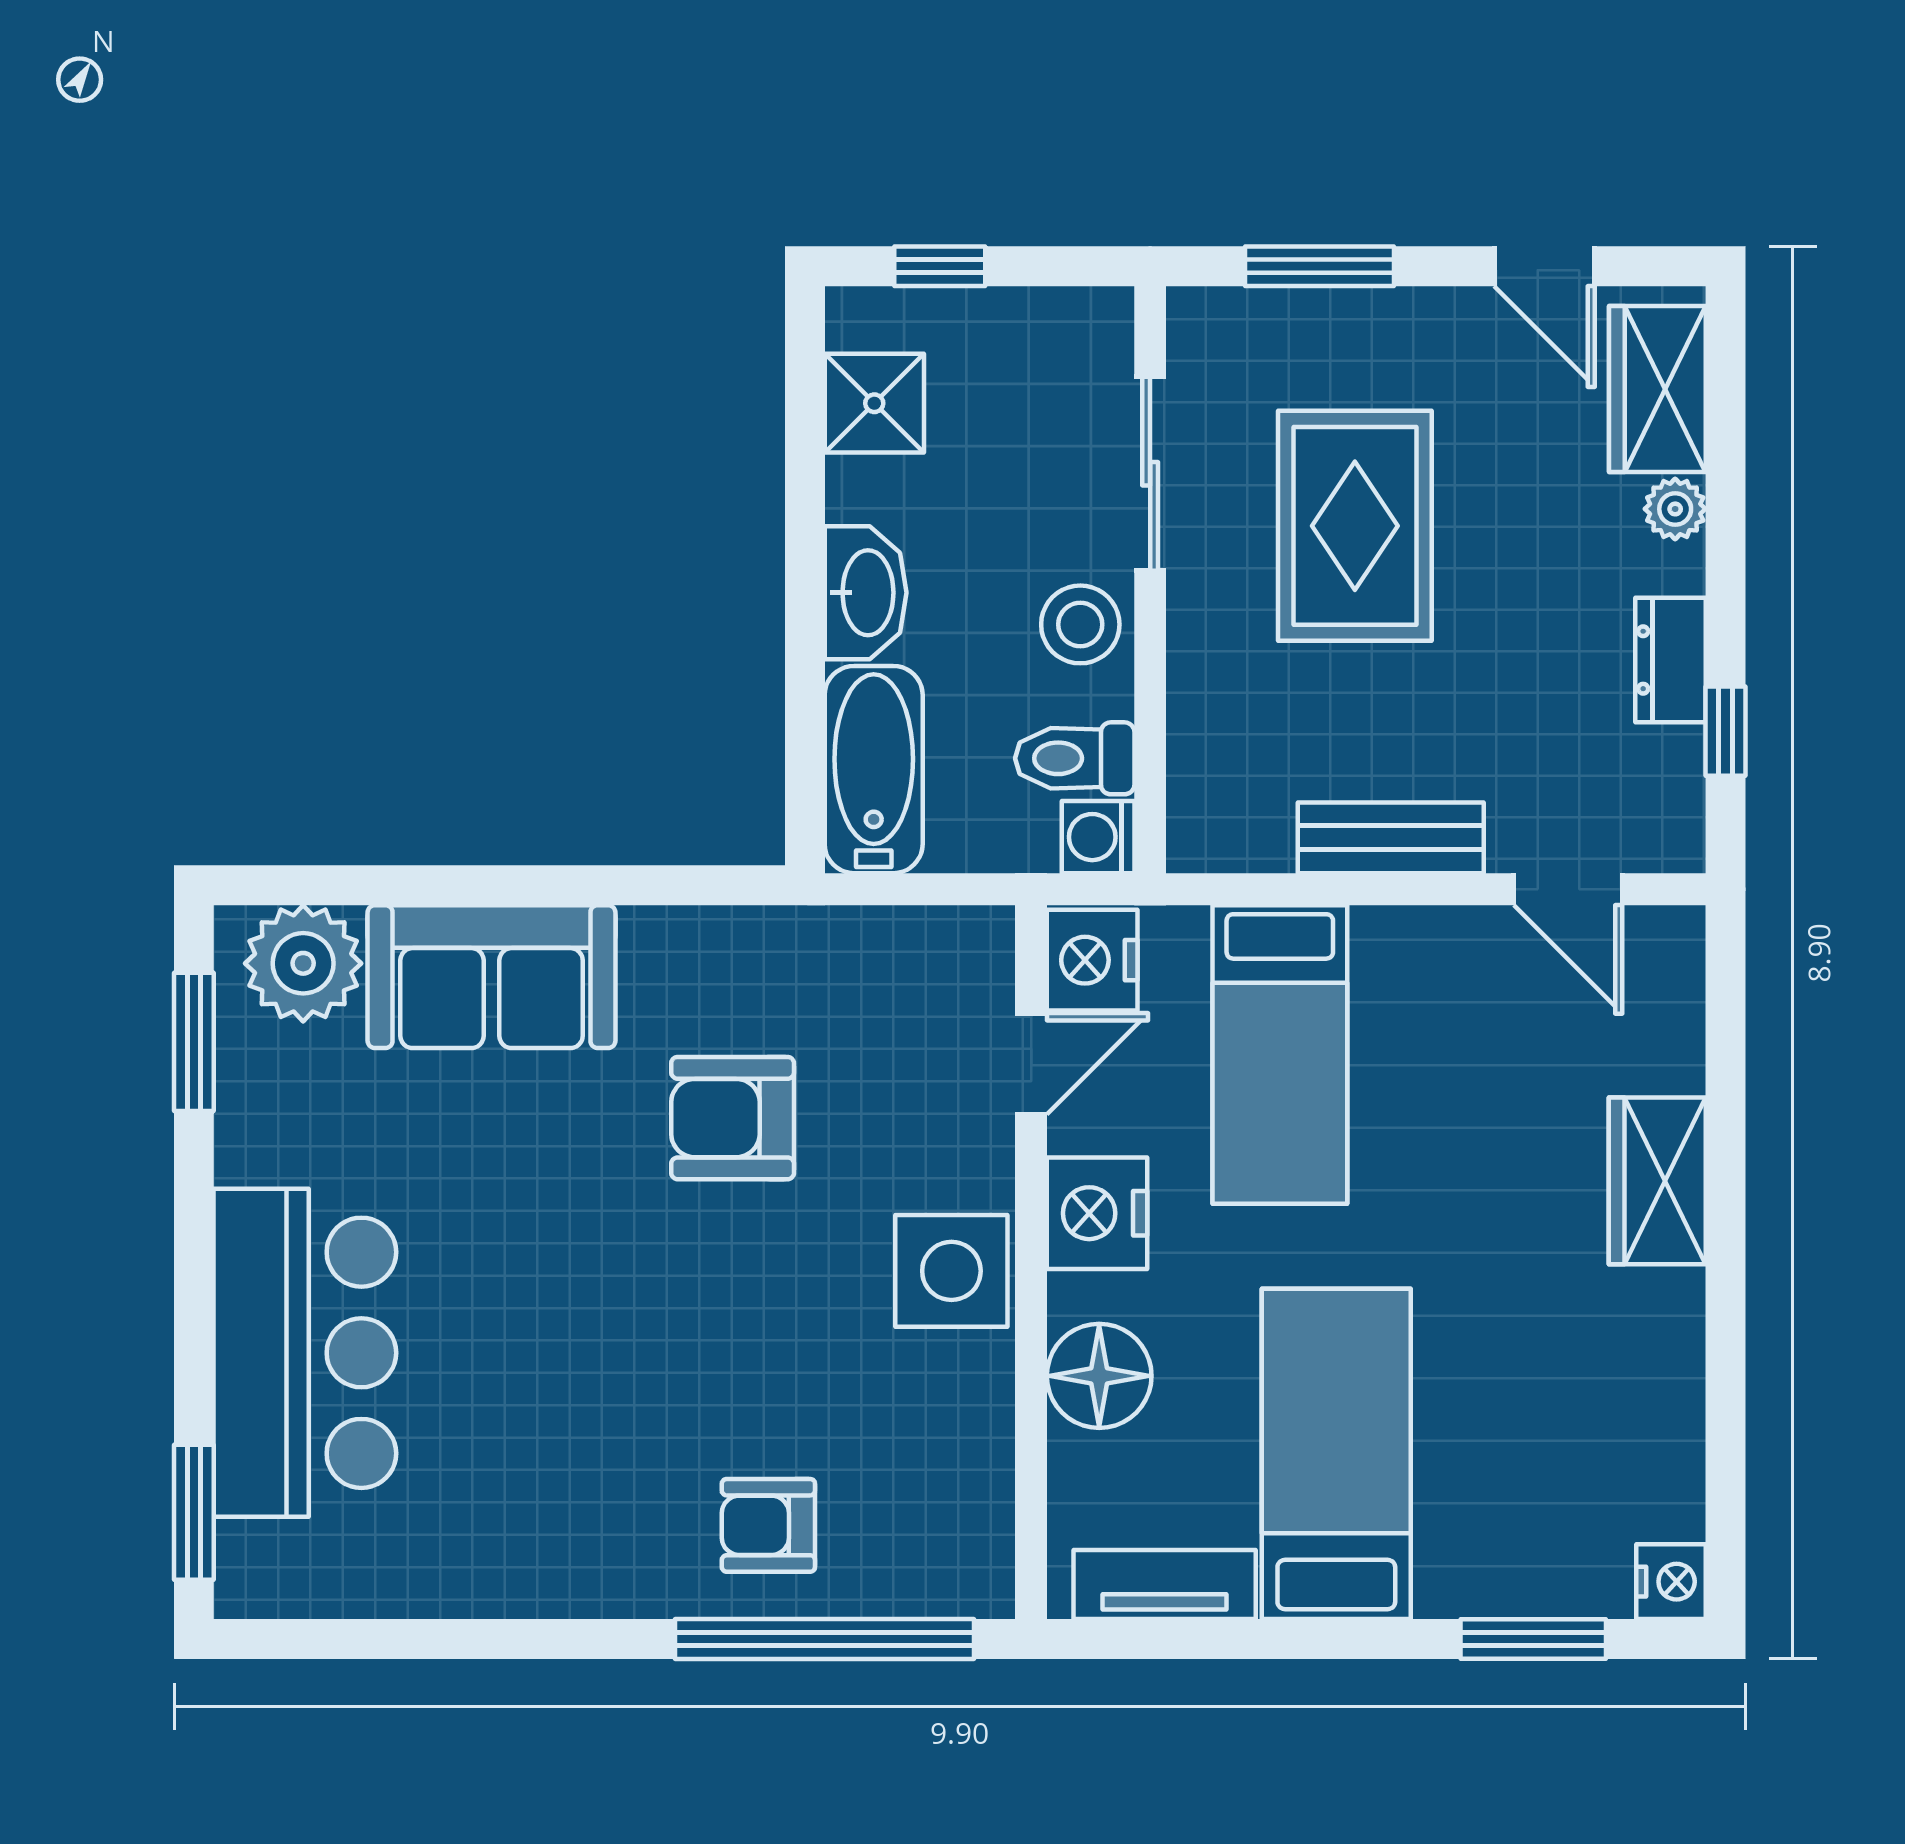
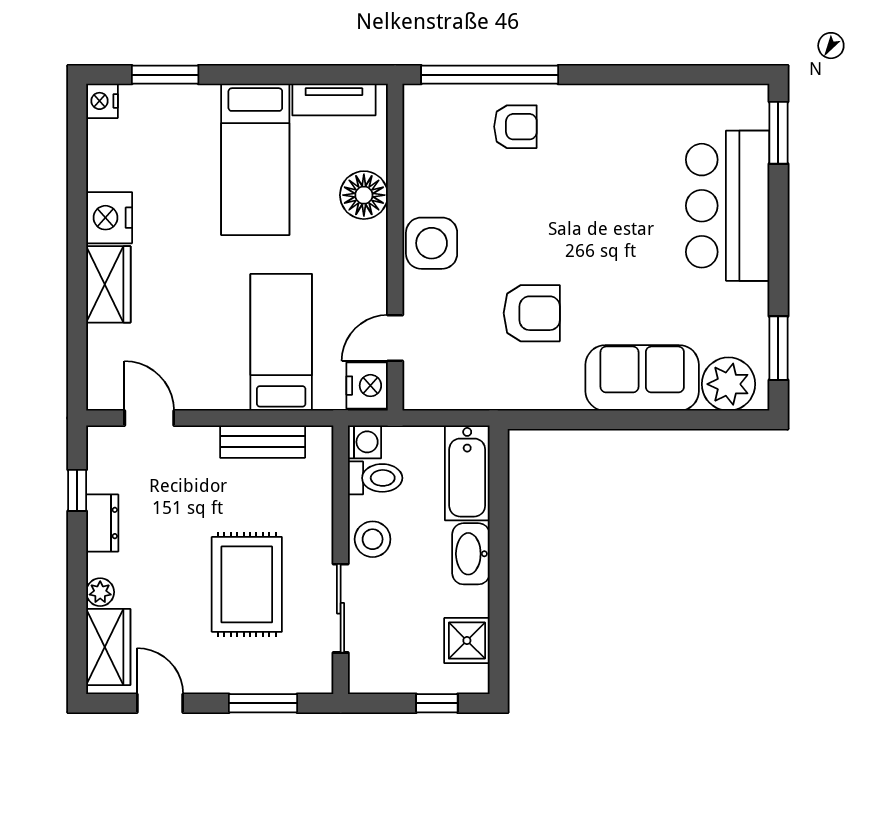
bench: (1391, 838) -> (263, 442), moved
nightstand: (1097, 1213) -> (109, 218), moved, turned 180

